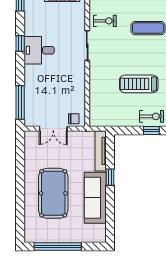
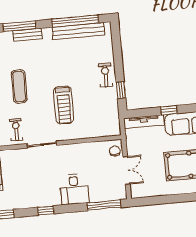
desk: (39, 50) -> (74, 189), moved
treadmill: (139, 84) -> (64, 105), moved
window: (151, 131) -> (121, 90), moved

